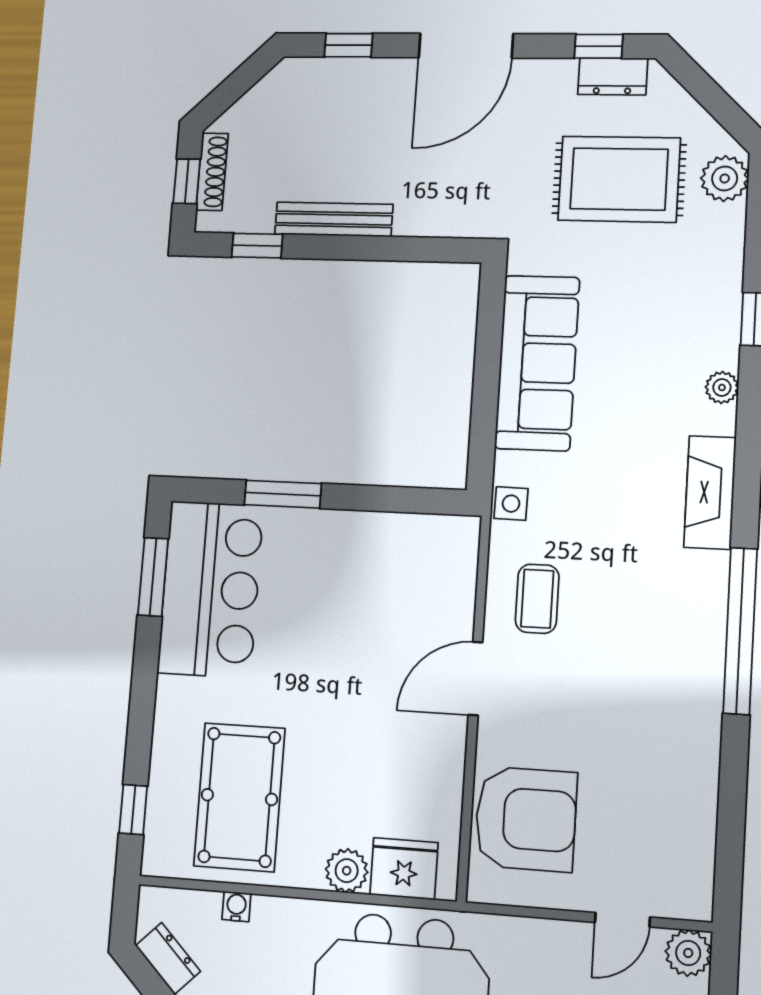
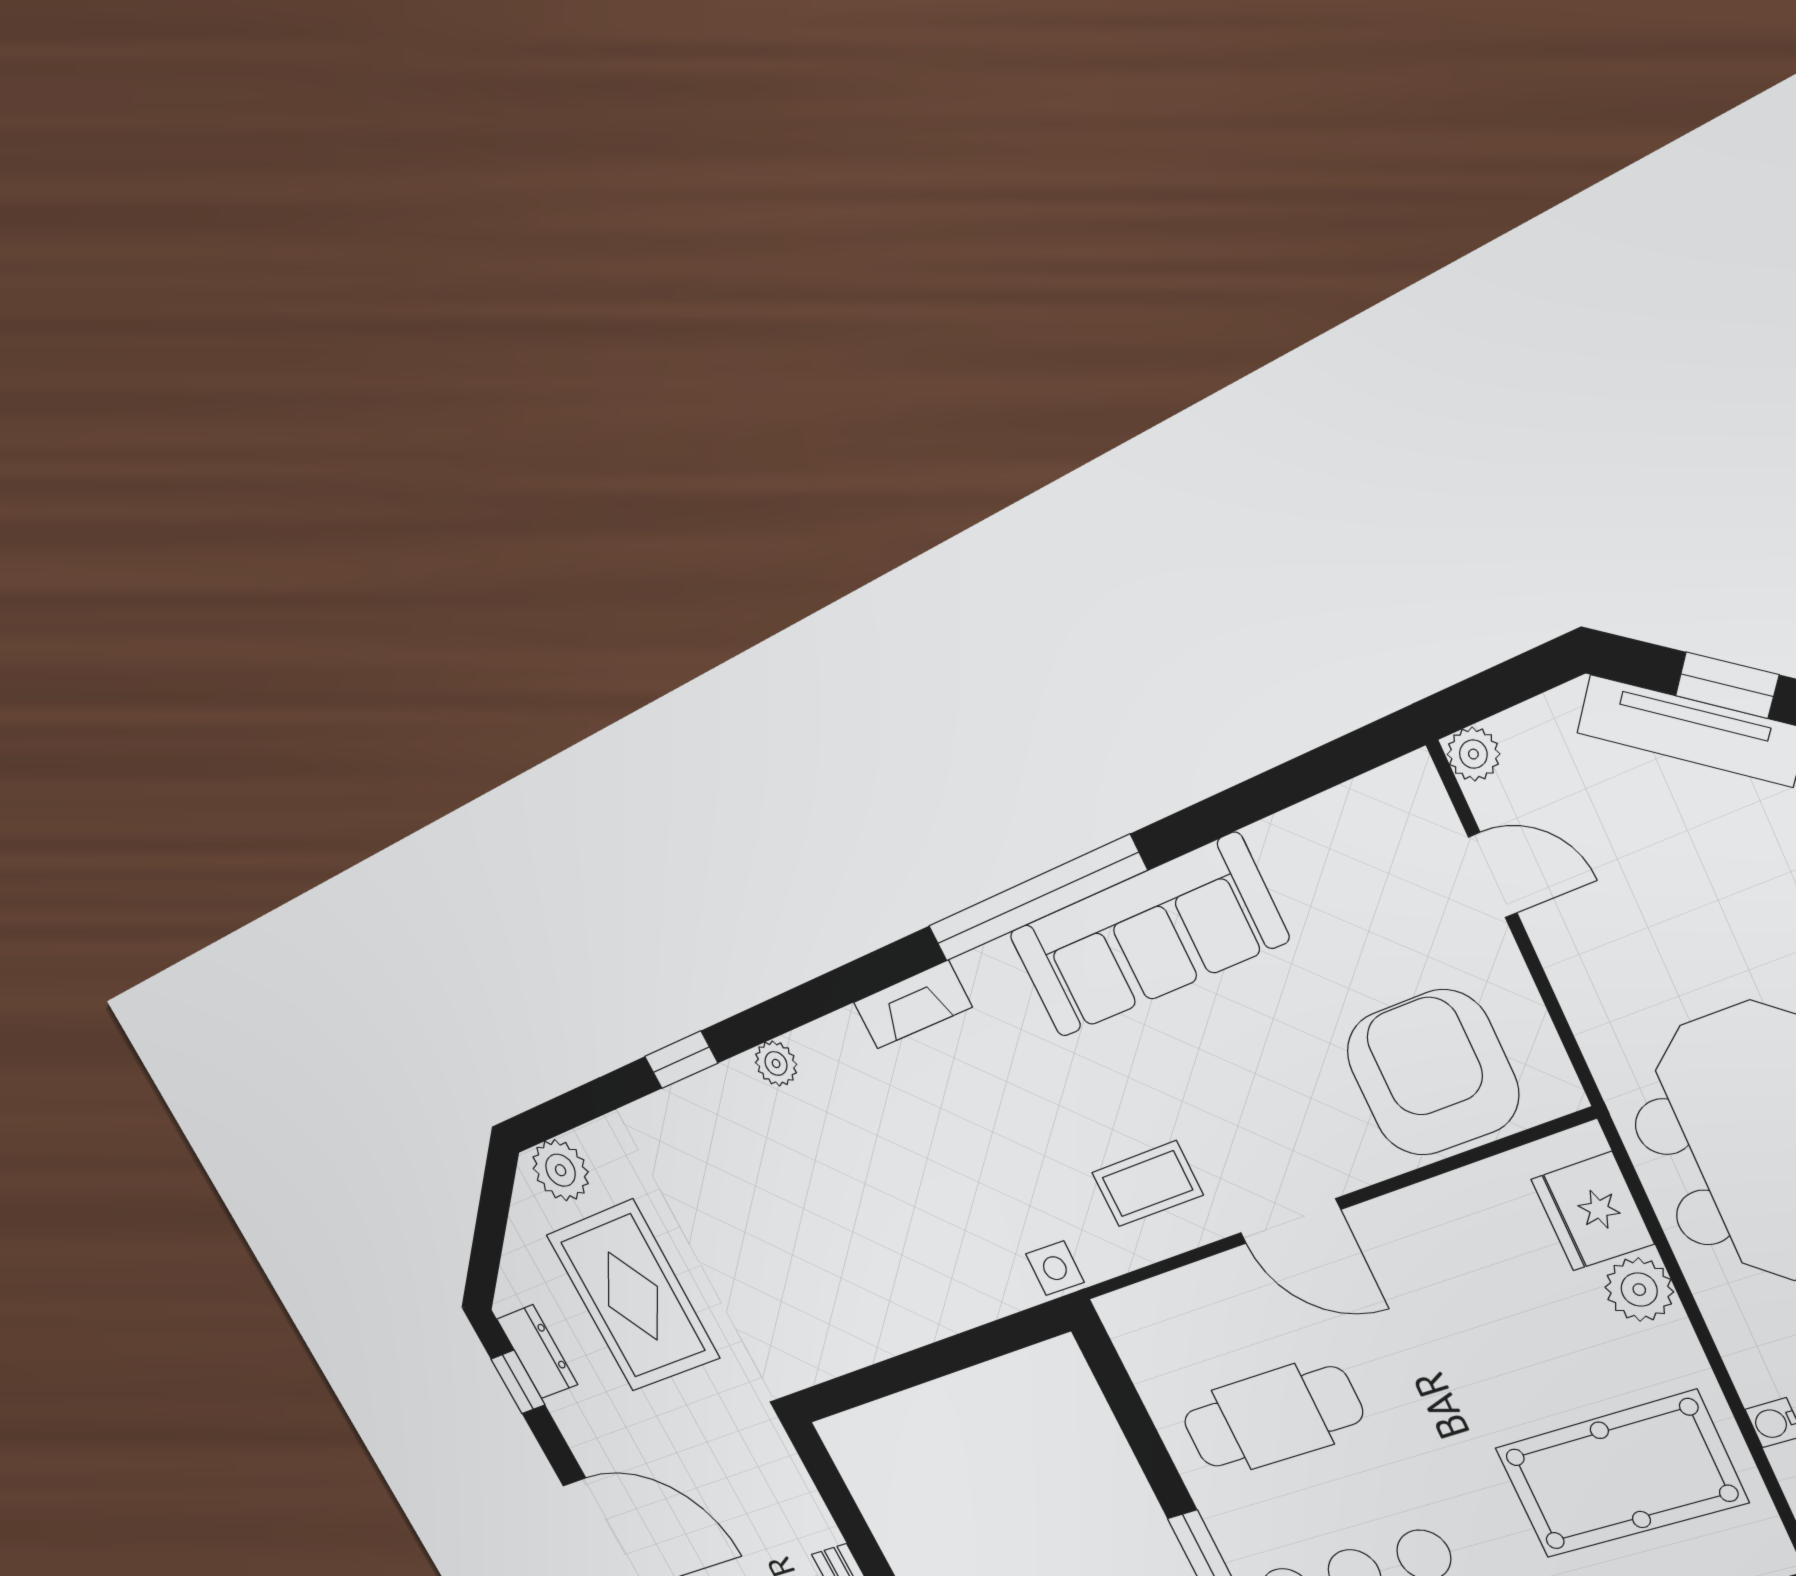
sofa: (537, 363) -> (1147, 937), moved, turned 180
fireplace: (710, 492) -> (913, 1005), width x0.73, depth x0.76
cafe table: (359, 595) -> (1273, 1417), added
plant: (688, 953) -> (1473, 754), width x0.73, depth x0.73

